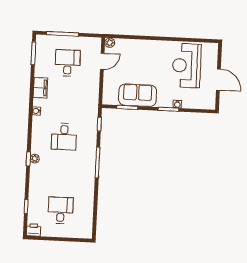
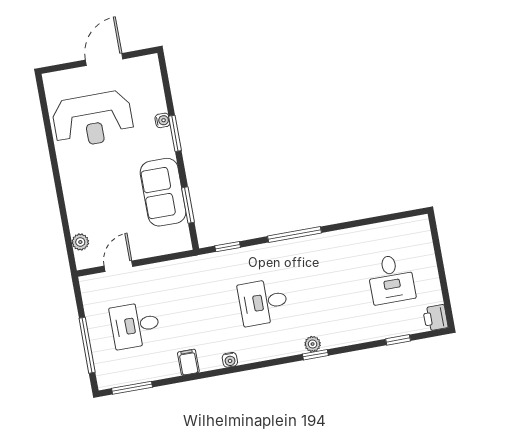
plant: (110, 43) -> (80, 242), moved
door: (102, 61) -> (118, 266), hinge flipped
filing cabinet: (40, 88) -> (188, 362), width x0.50
desk: (64, 137) -> (263, 302), turned 180
desk: (61, 210) -> (391, 279), turned -90

